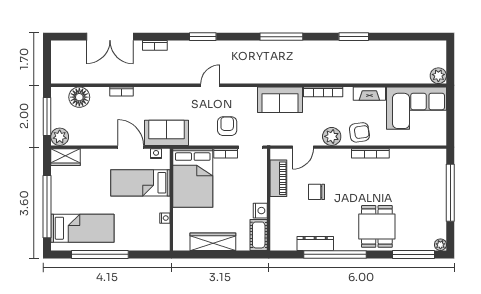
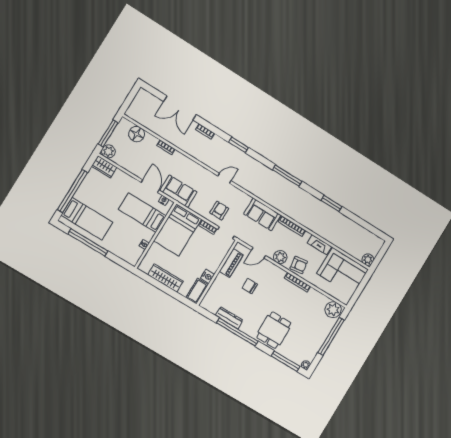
plant: (433, 160) -> (333, 310), added

